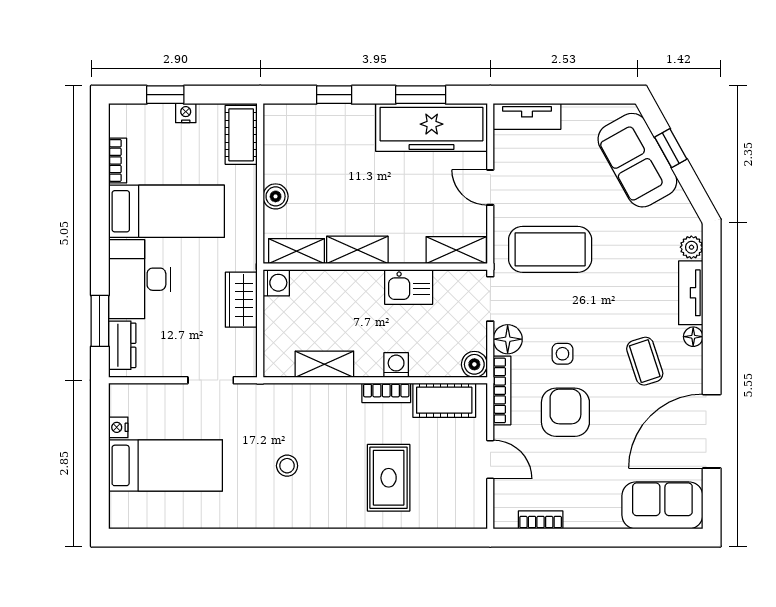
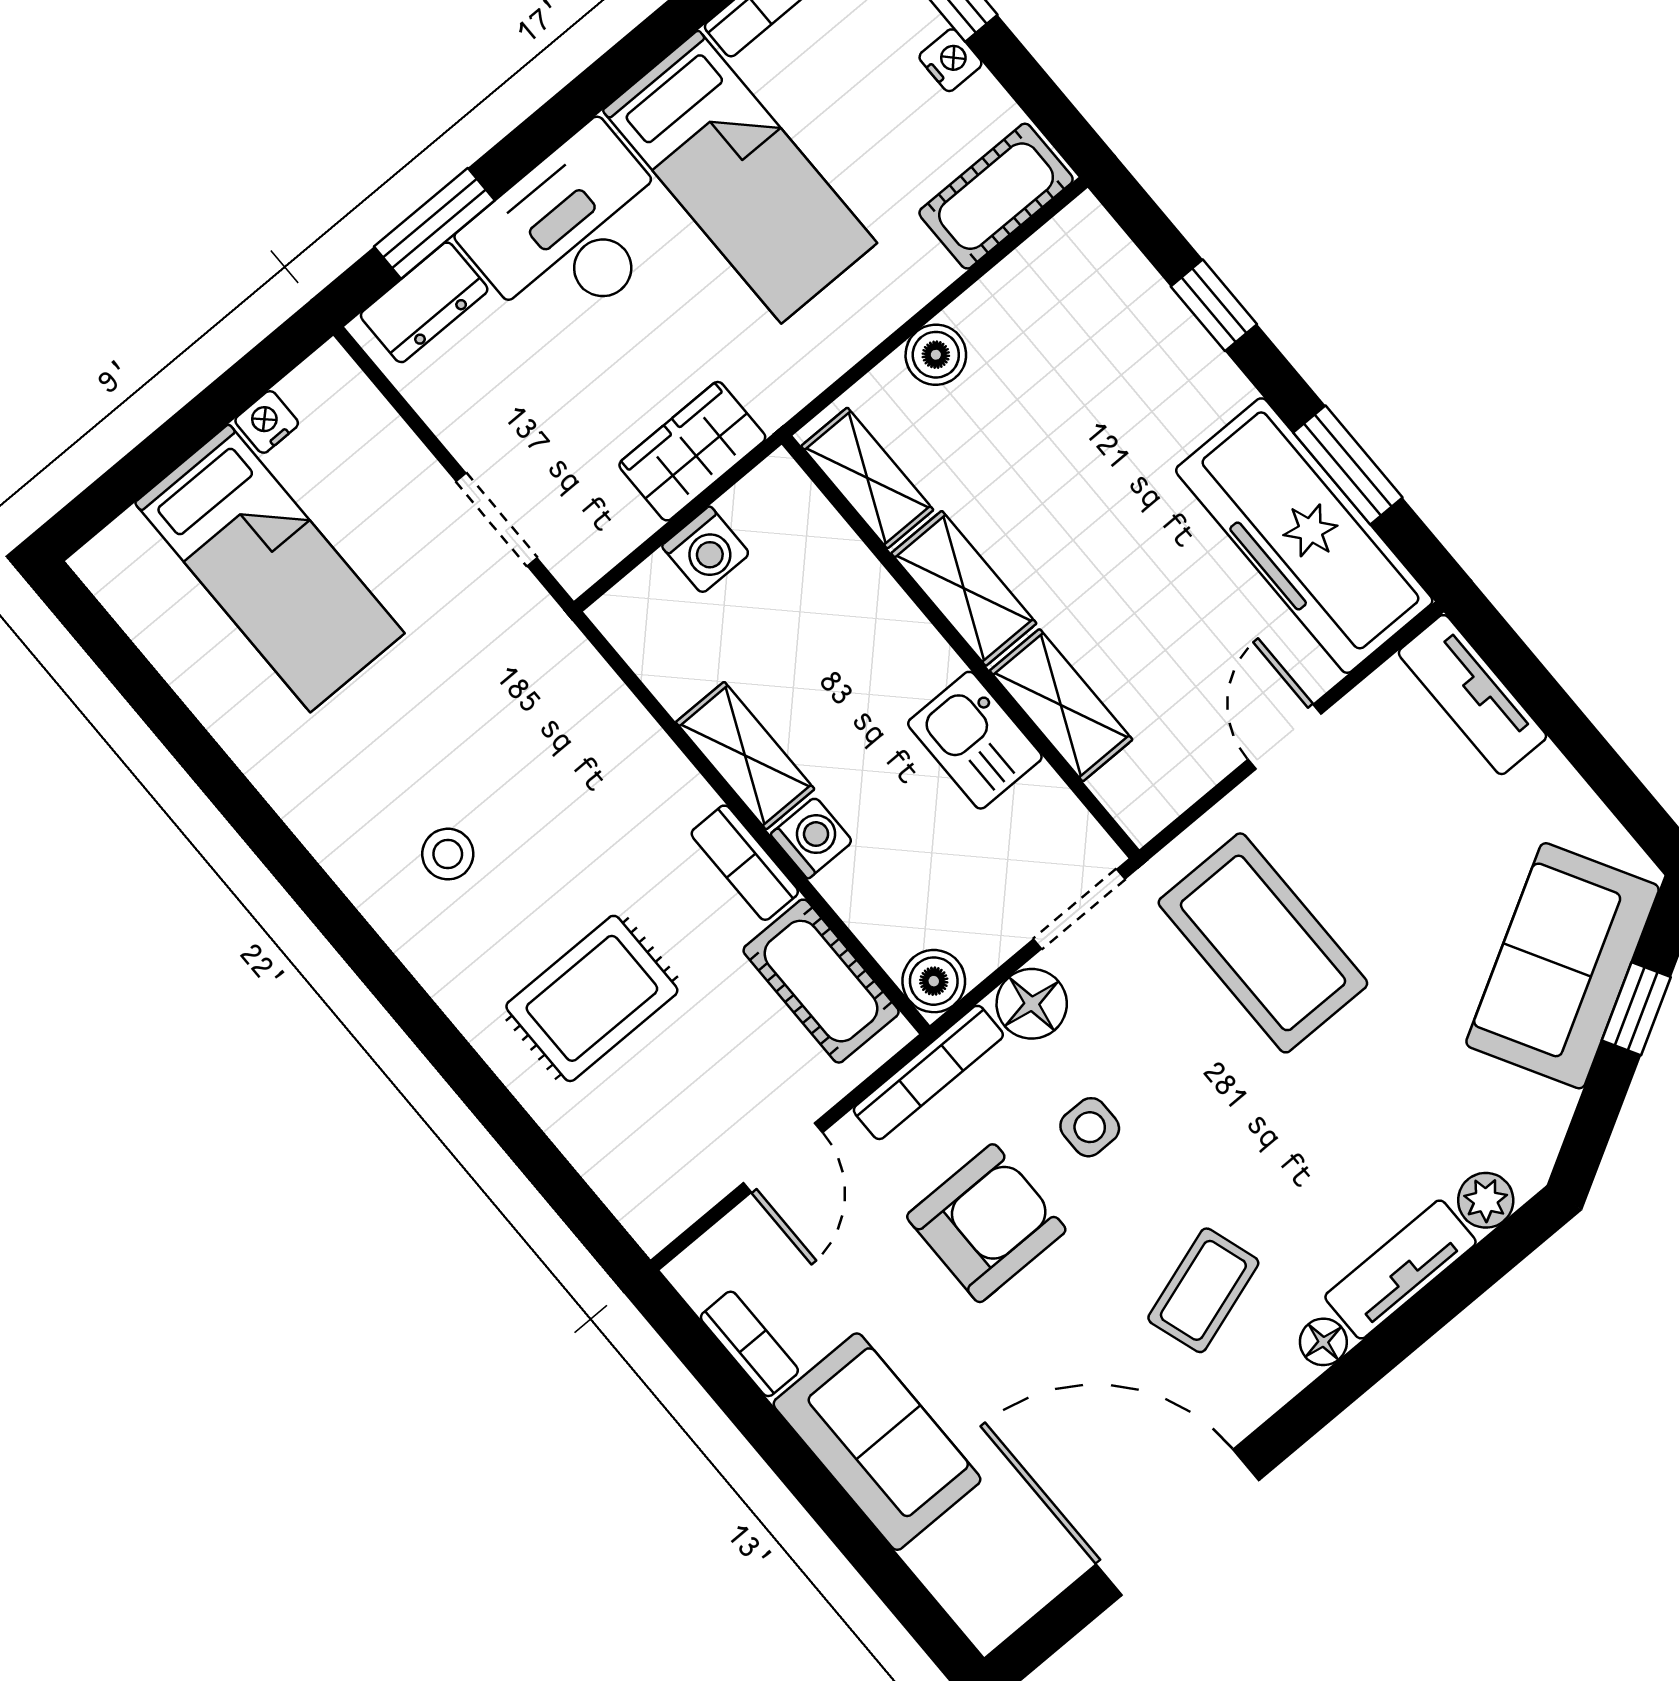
shelving: (456, 250) -> (1061, 705), moved
washing machine: (276, 283) -> (706, 550), moved
shelving: (324, 364) -> (745, 756), moved
stool: (287, 466) -> (448, 854), moved
sofa: (662, 505) -> (877, 1442), moved

